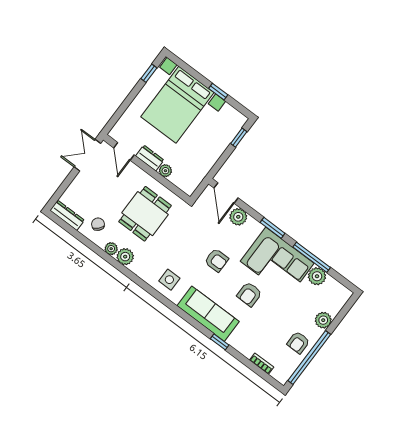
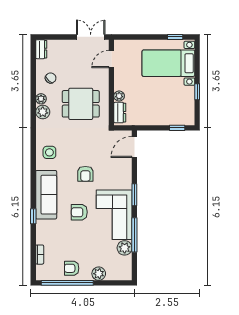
bed with nightstands: (177, 105) -> (168, 63), width x0.73
dresser: (150, 158) -> (120, 113), moved
dresser: (67, 215) -> (41, 49), width x0.70
plant: (238, 217) -> (125, 167), removed

